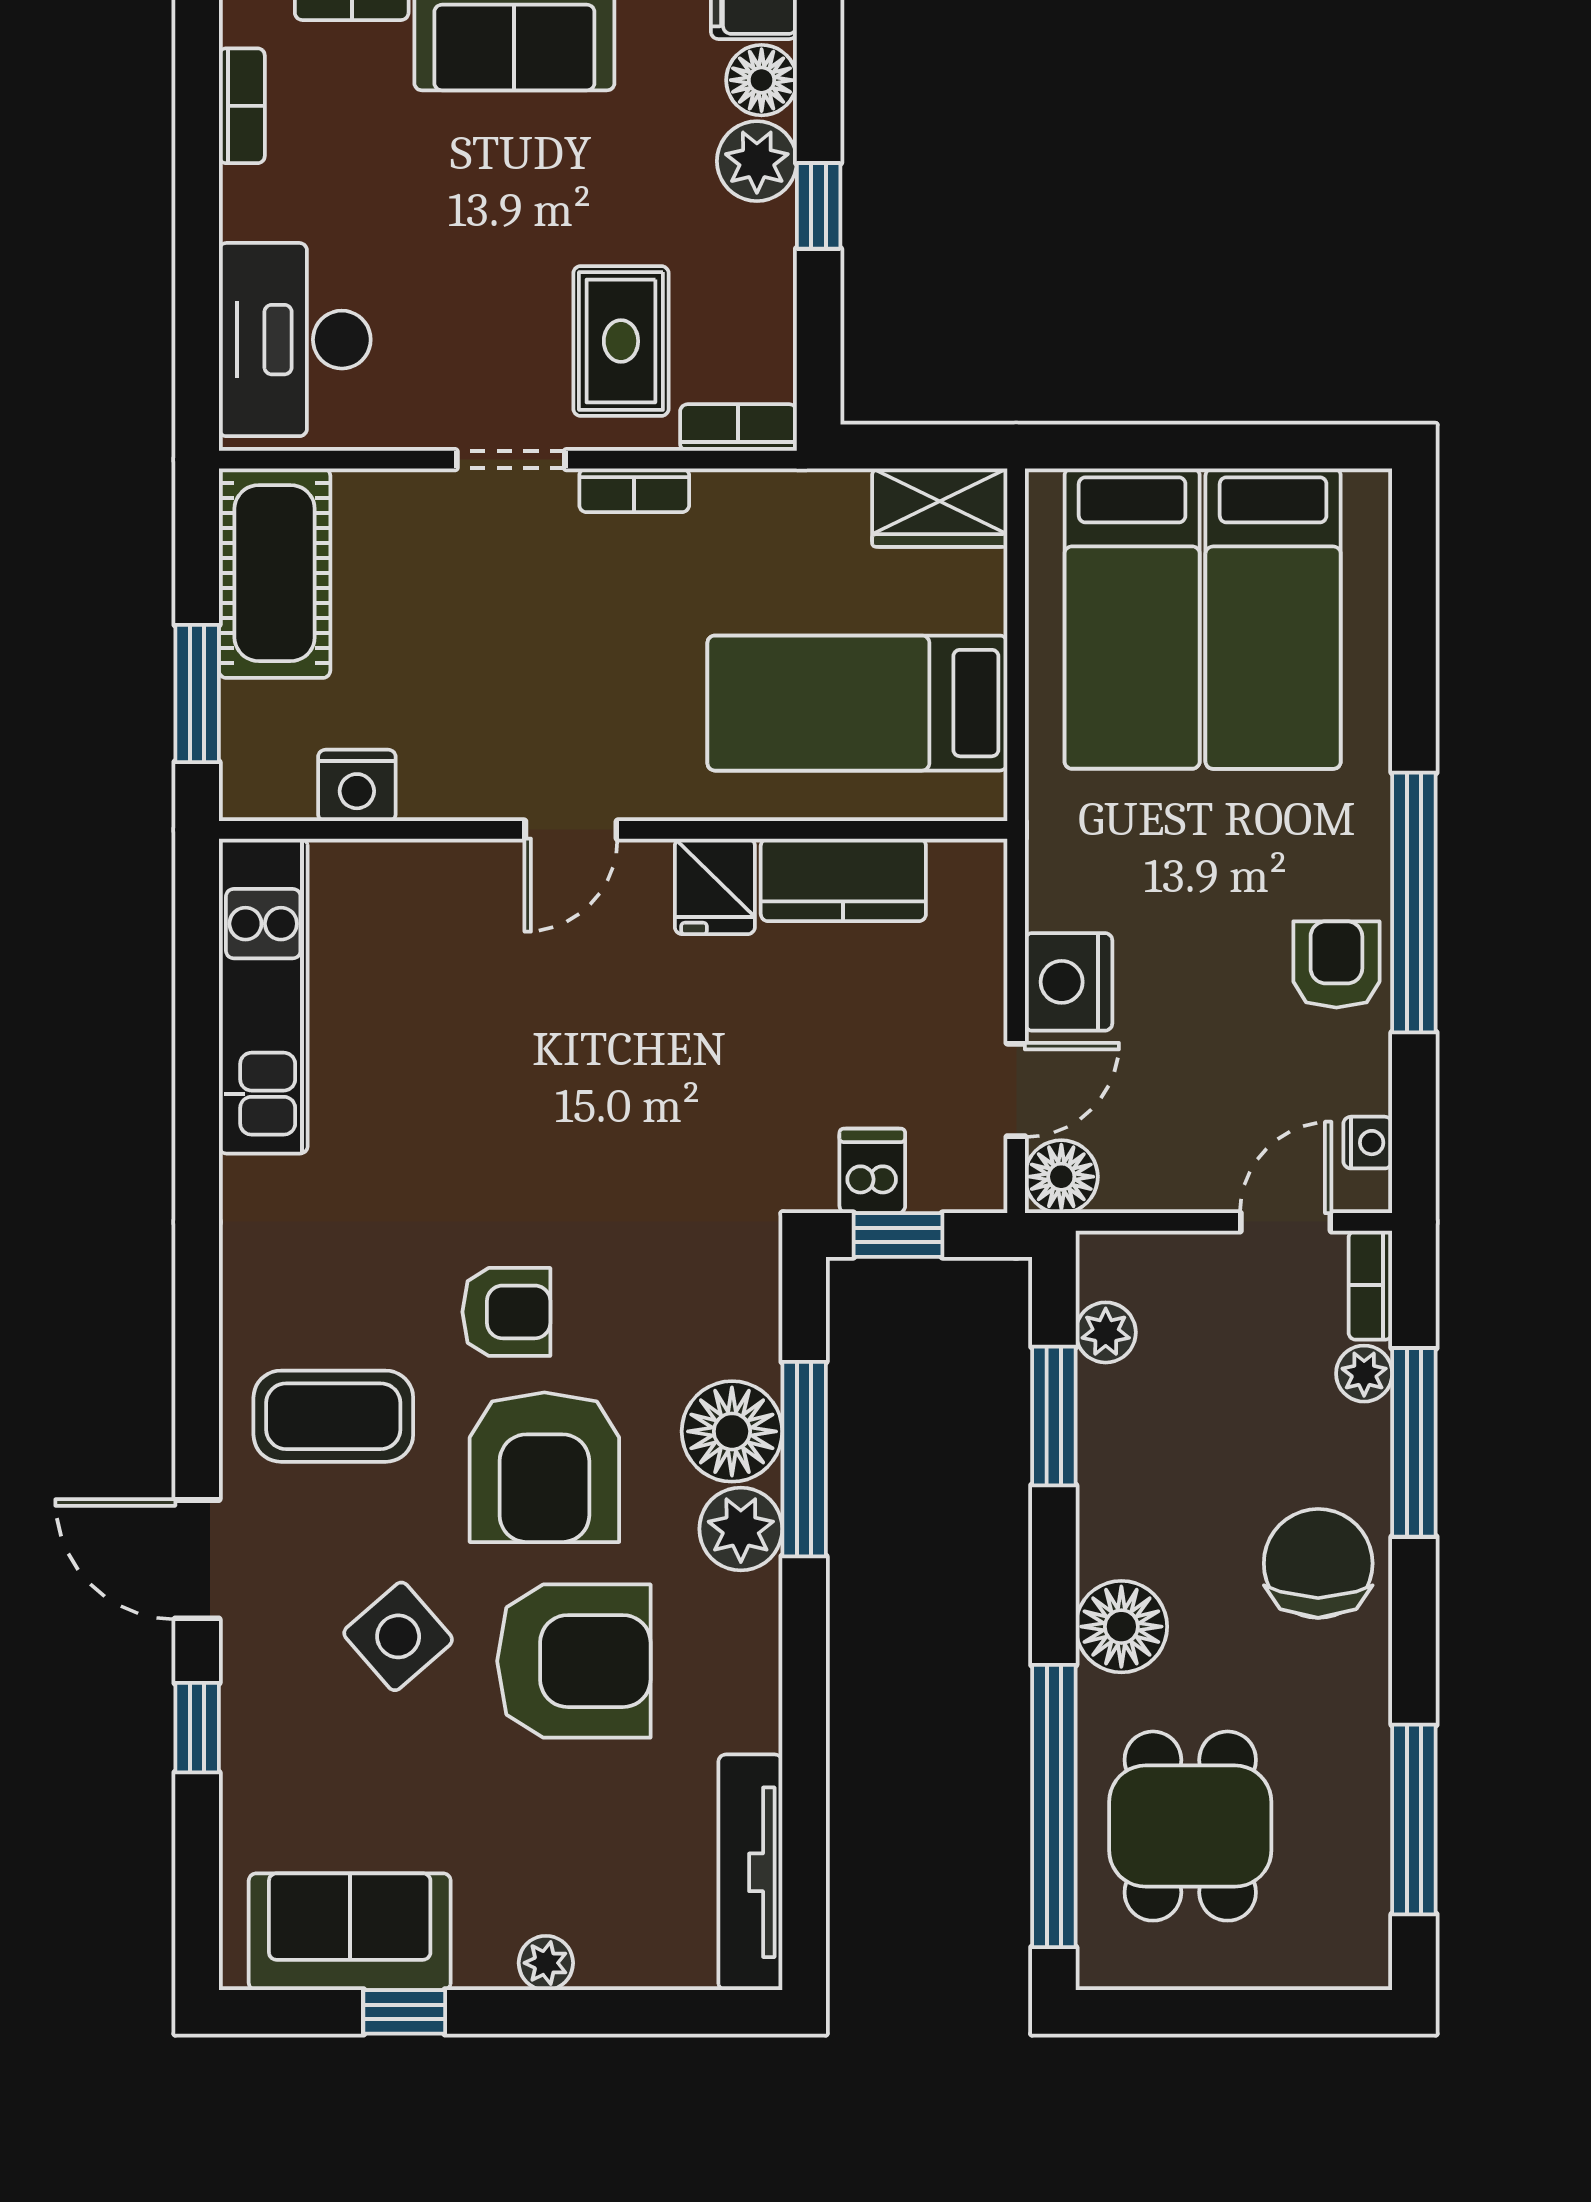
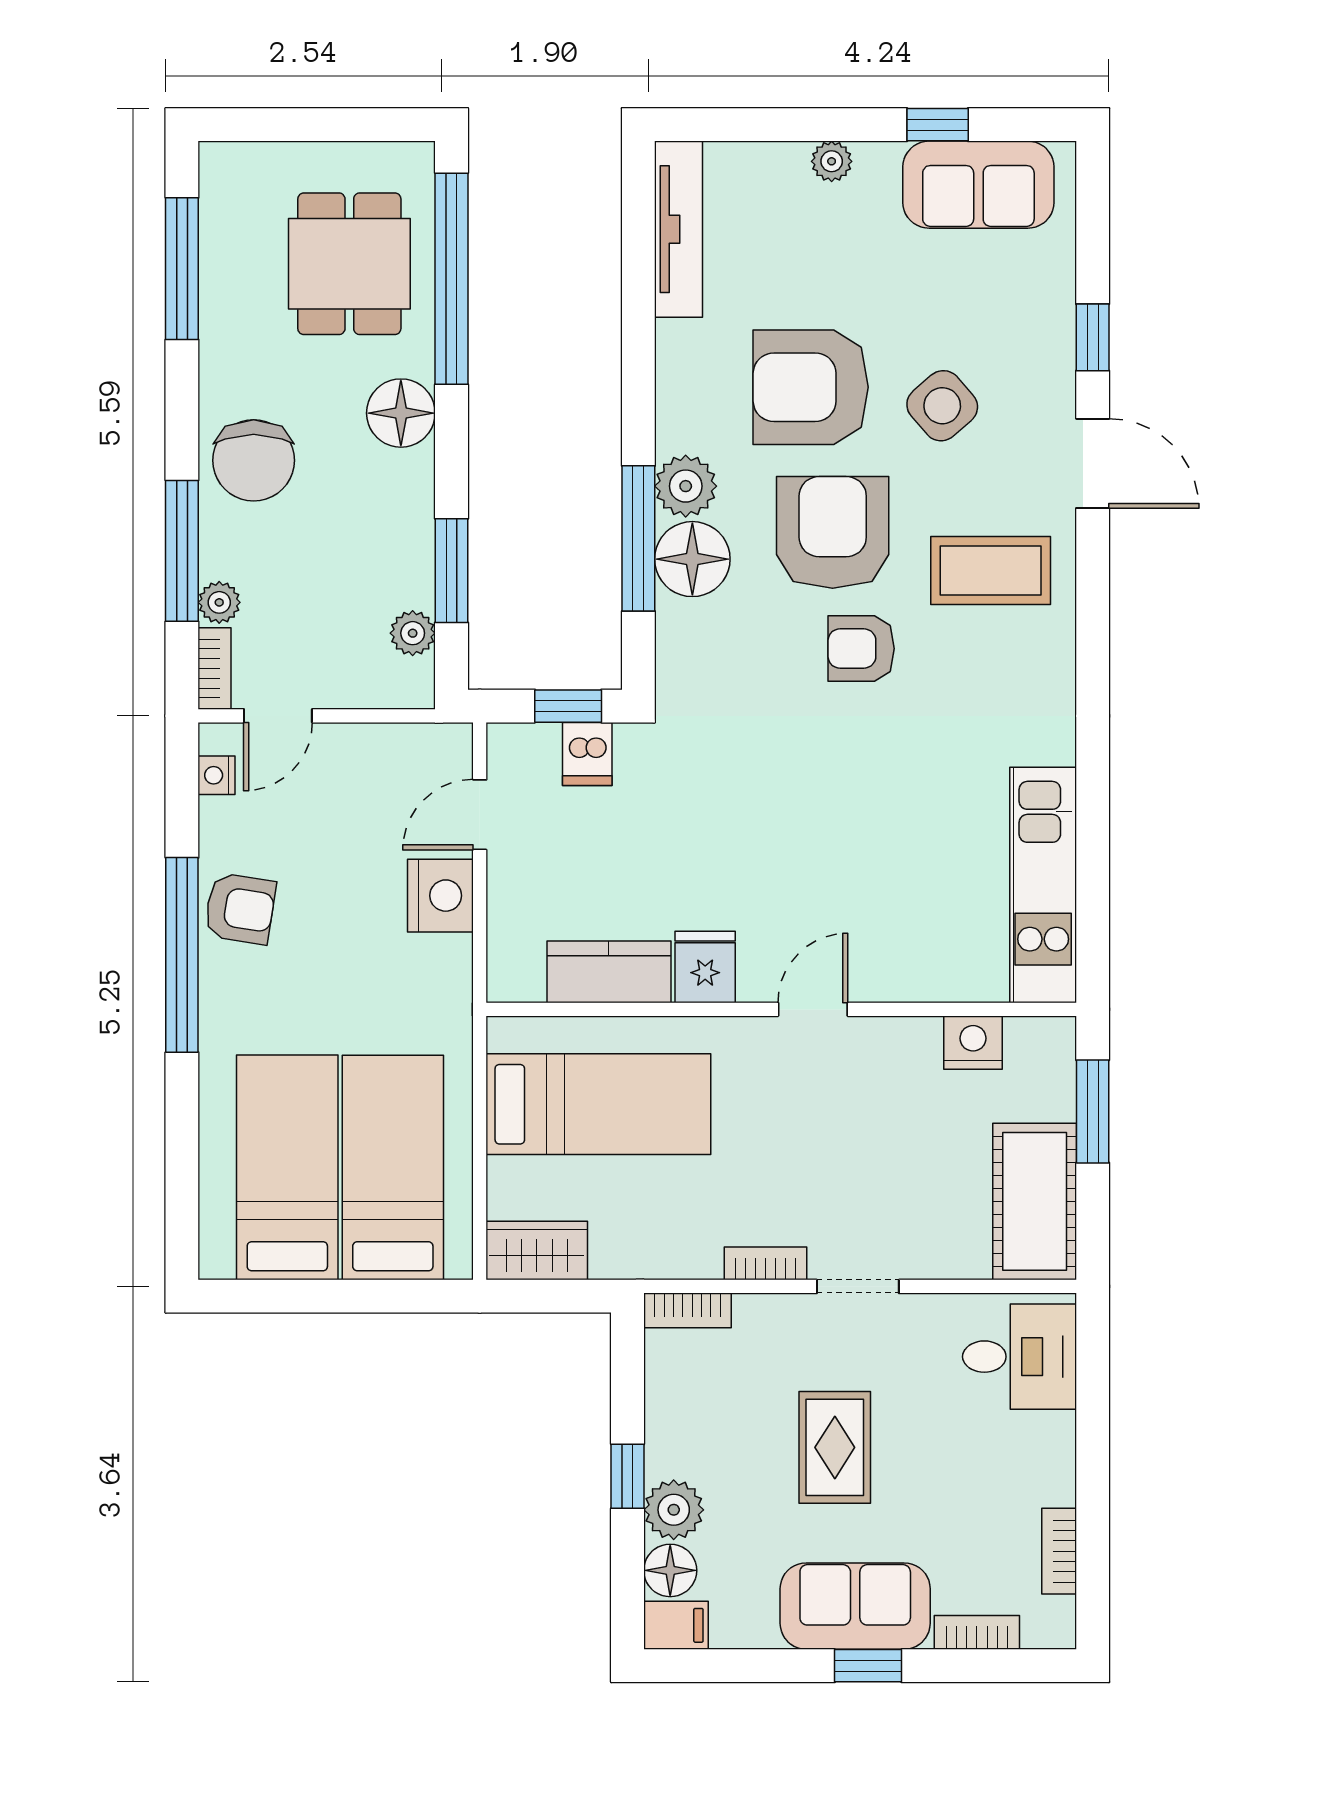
desk: (295, 340) -> (1020, 1357), width x0.73
rug: (621, 341) -> (835, 1447), moved
armchair: (1336, 964) -> (240, 909), turned -81
floor lamp: (1061, 1177) -> (446, 750), removed

